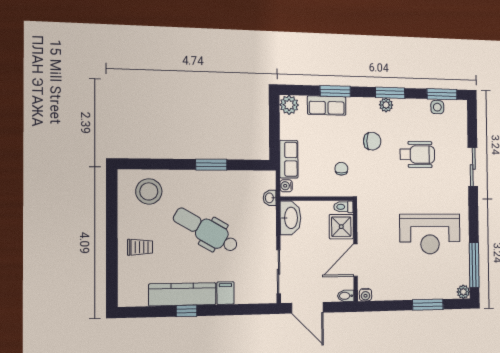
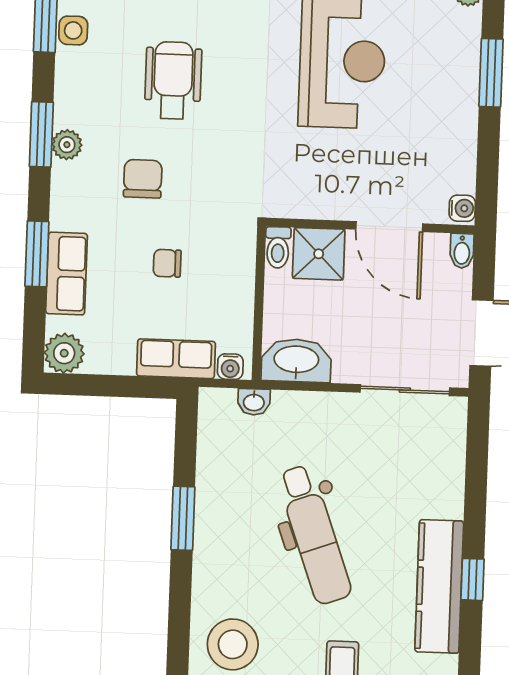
chair: (341, 169) -> (167, 263), moved
dental chair: (206, 230) -> (314, 535), turned -50
filing cabinet: (225, 293) -> (442, 500), removed

